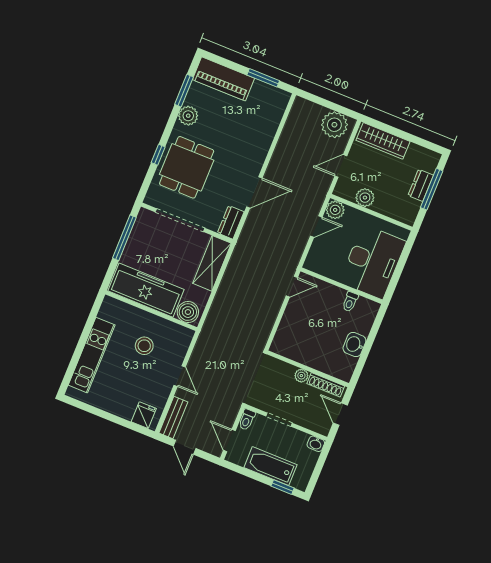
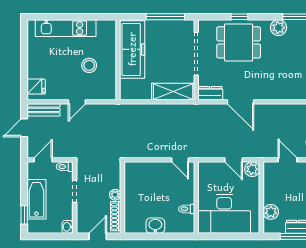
plant: (365, 198) -> (271, 212), moved
boiler: (188, 312) -> (128, 88), removed

